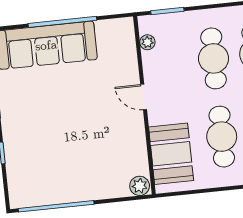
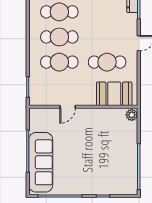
plant: (147, 42) -> (45, 101), removed
door: (144, 97) -> (68, 107), moved

